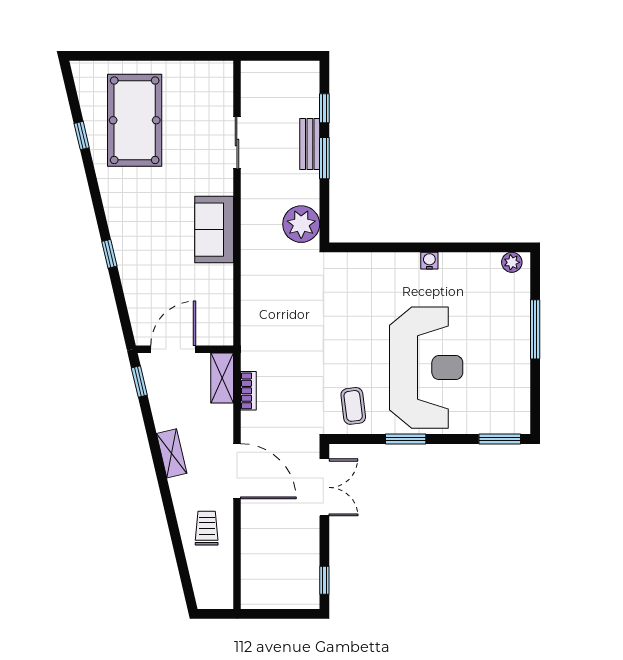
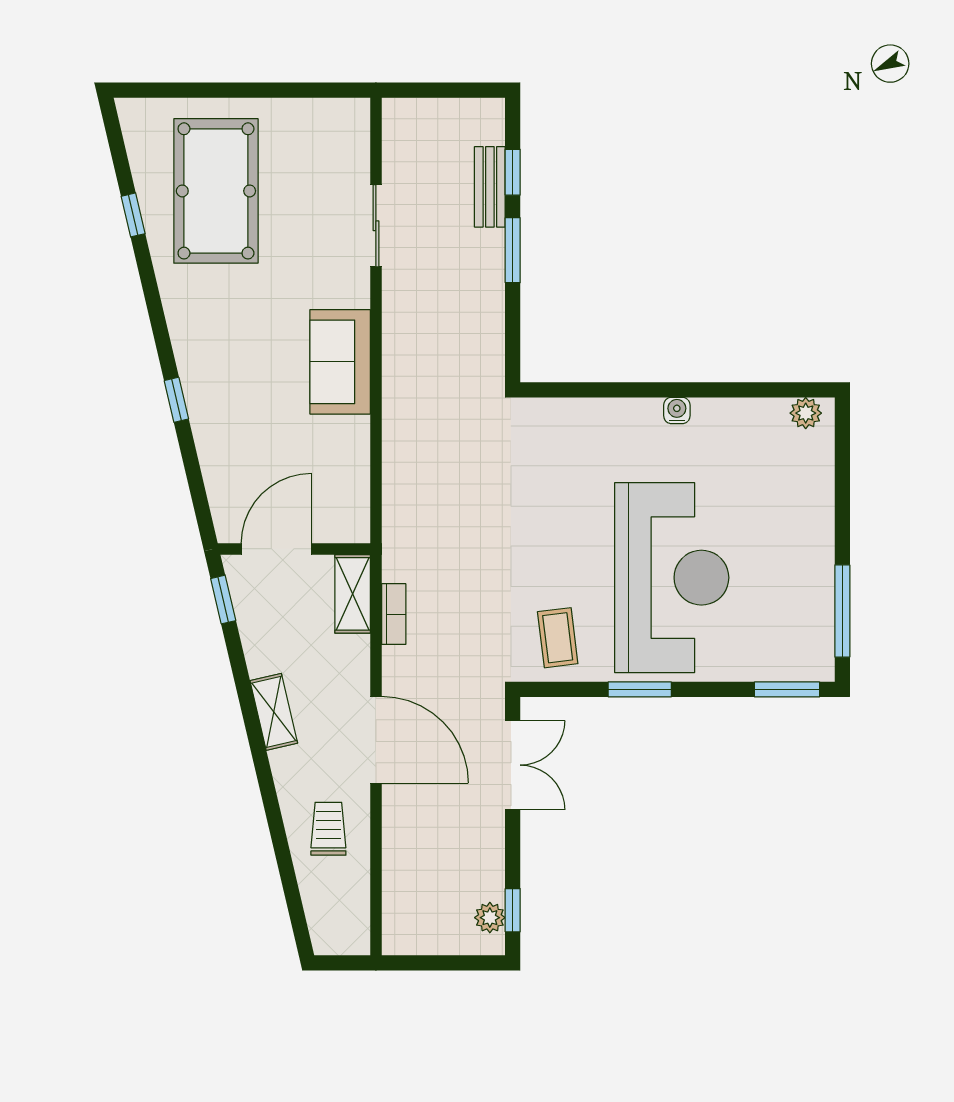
bench: (310, 144) -> (490, 187), moved
plant: (301, 224) -> (490, 918), moved, width x0.53, depth x0.53
window: (535, 329) -> (842, 611), moved

